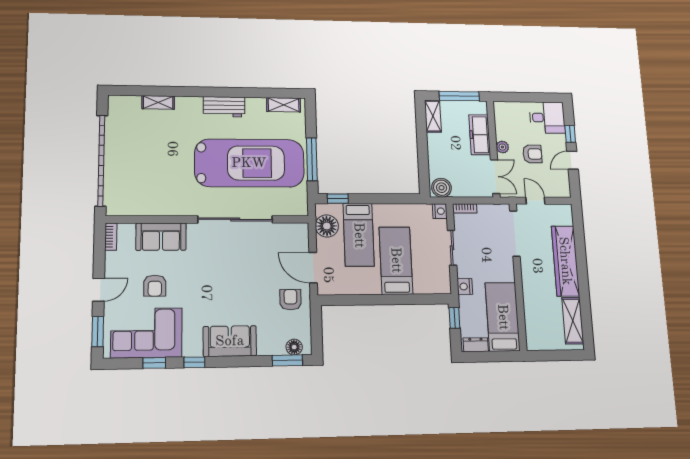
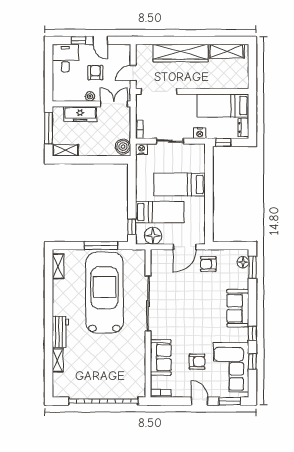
workbench: (224, 107) -> (60, 332), moved

